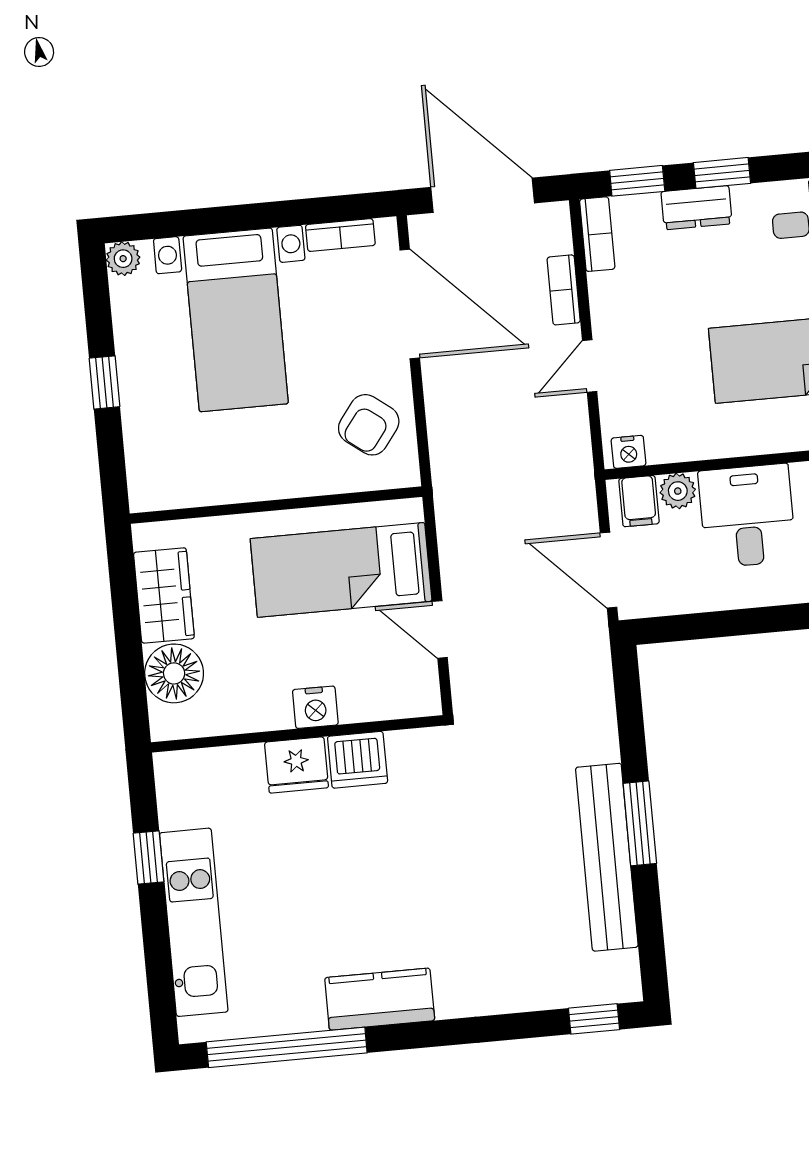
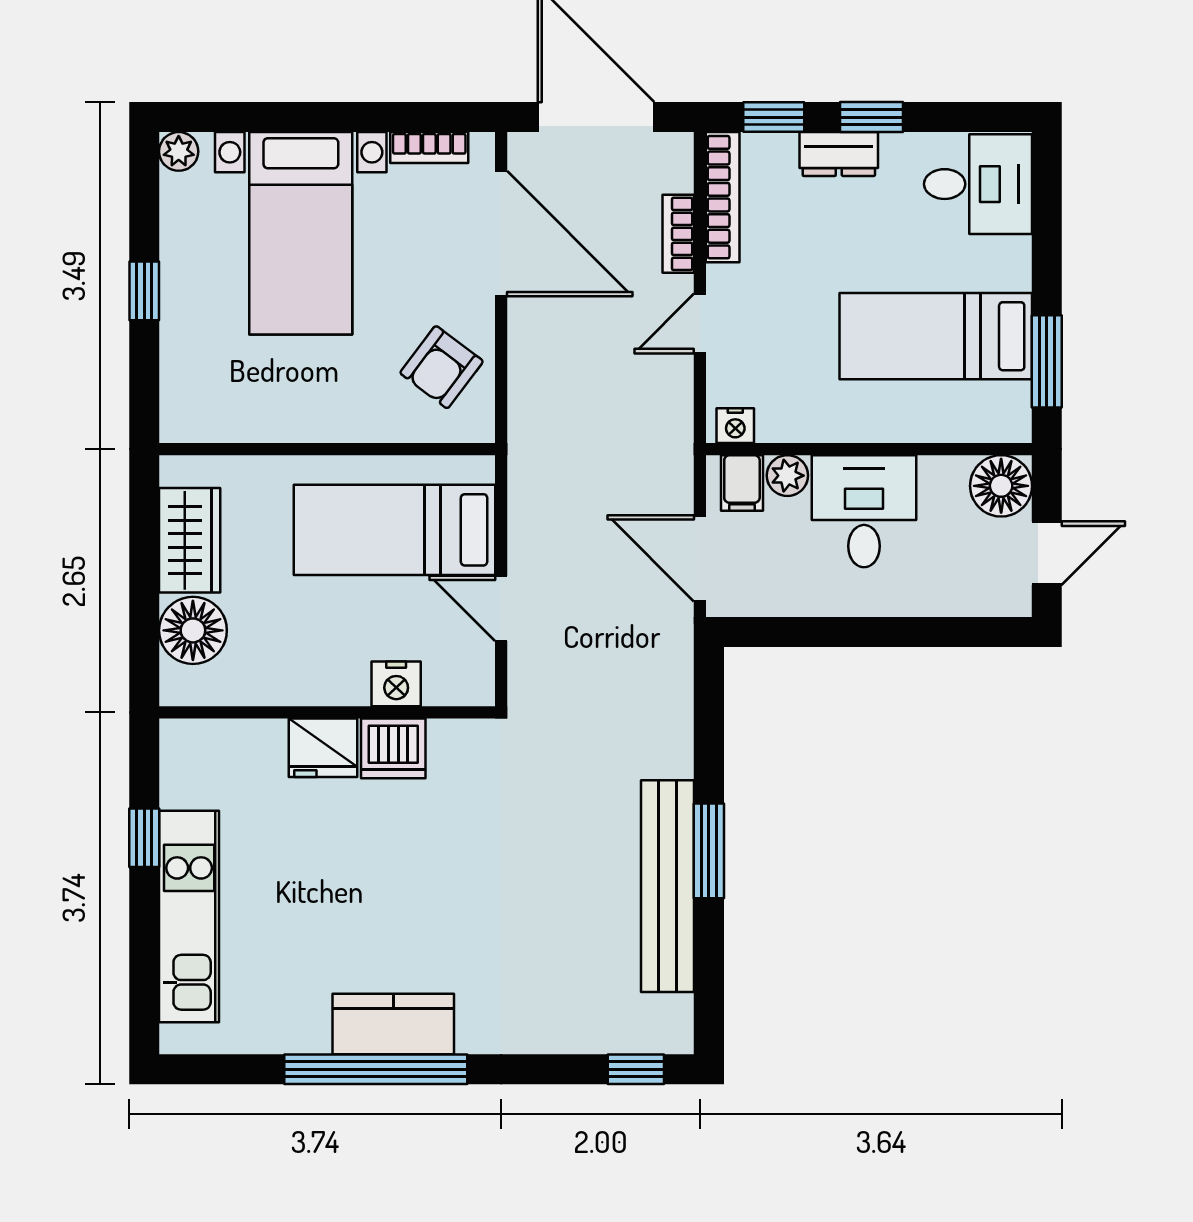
bookcase: (597, 234) -> (723, 197), width x1.56
nightstand: (315, 707) -> (396, 684), moved
window: (287, 1047) -> (376, 1069), moved

